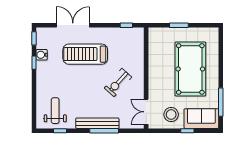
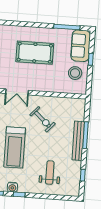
pool table: (190, 69) -> (35, 53), width x0.73, depth x0.76
weight bench: (55, 111) -> (50, 173), moved, turned 90
double door: (146, 112) -> (17, 92), moved

